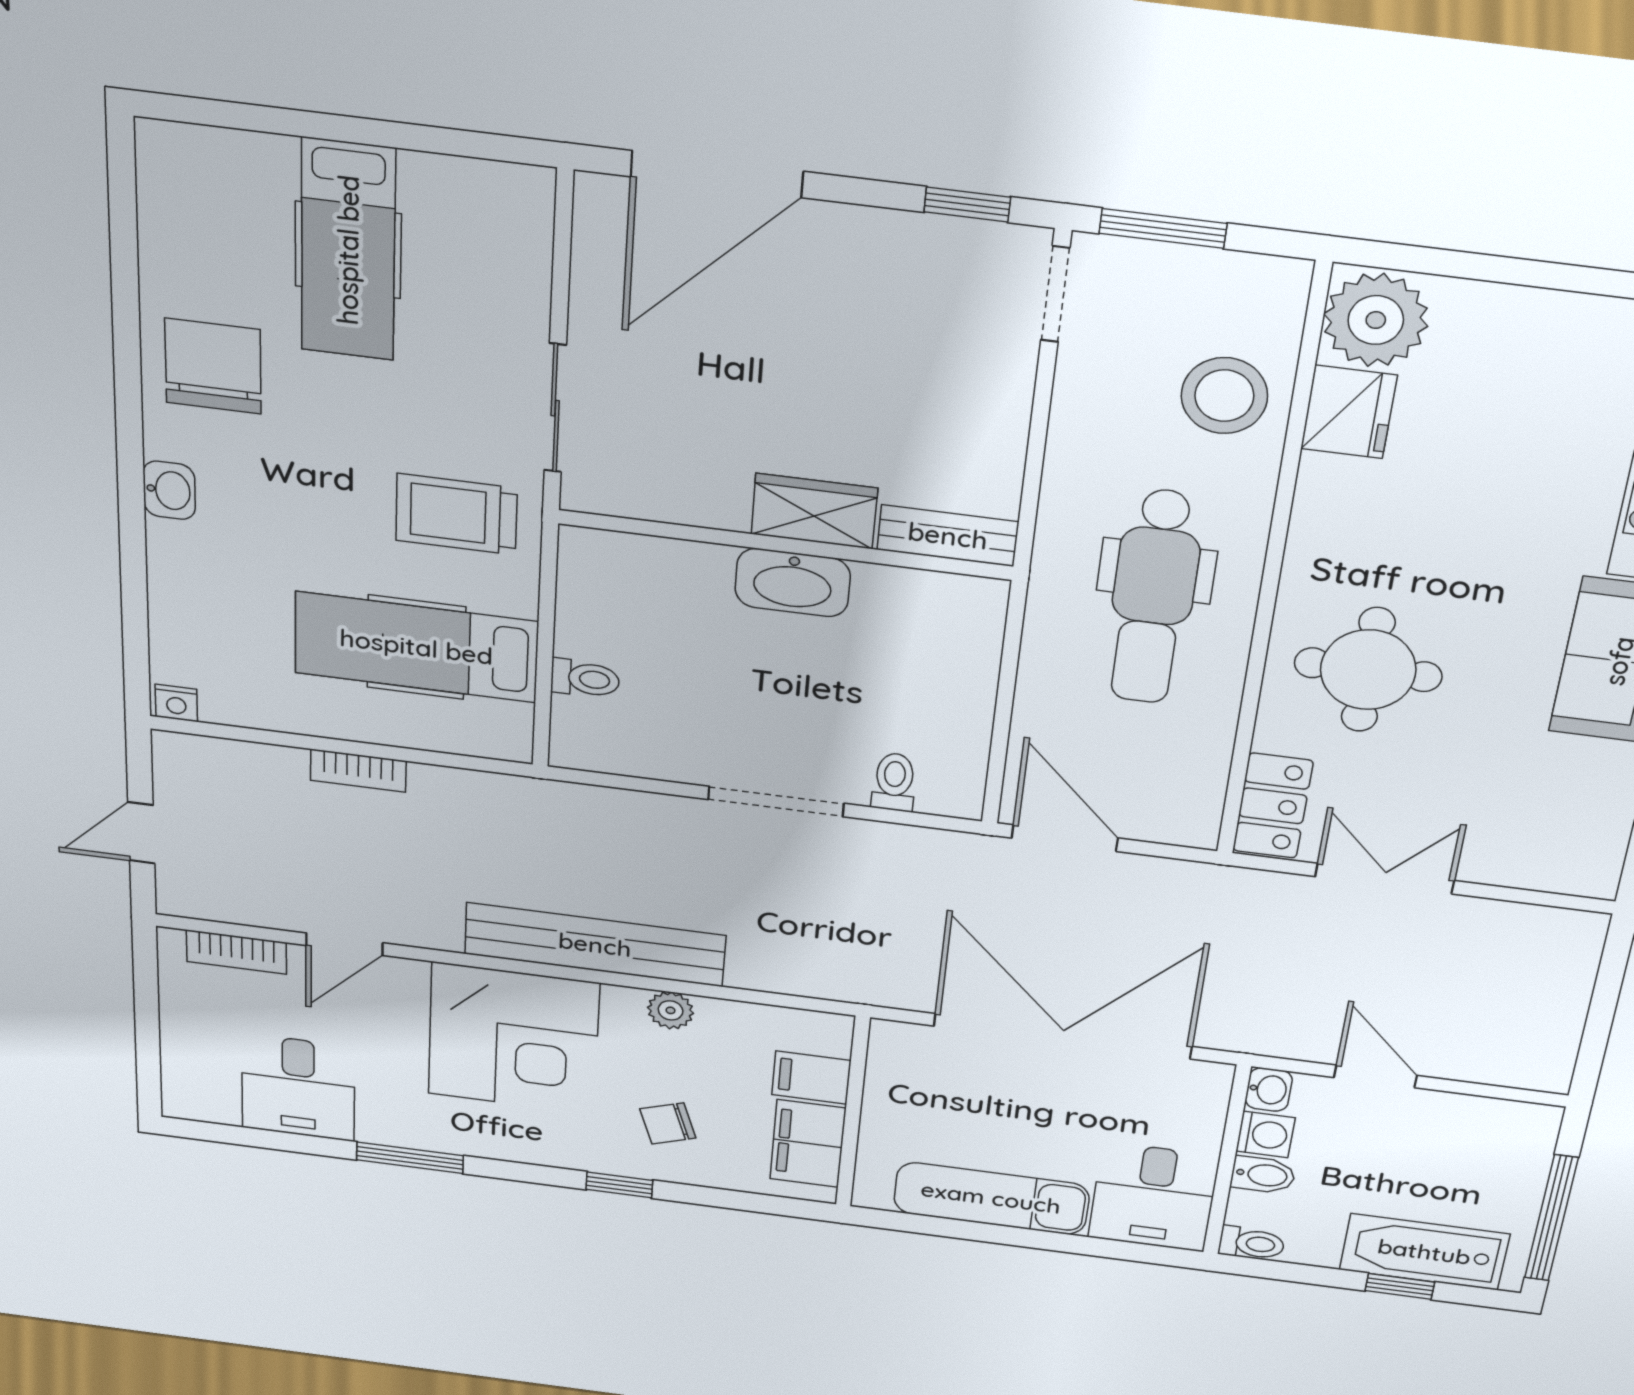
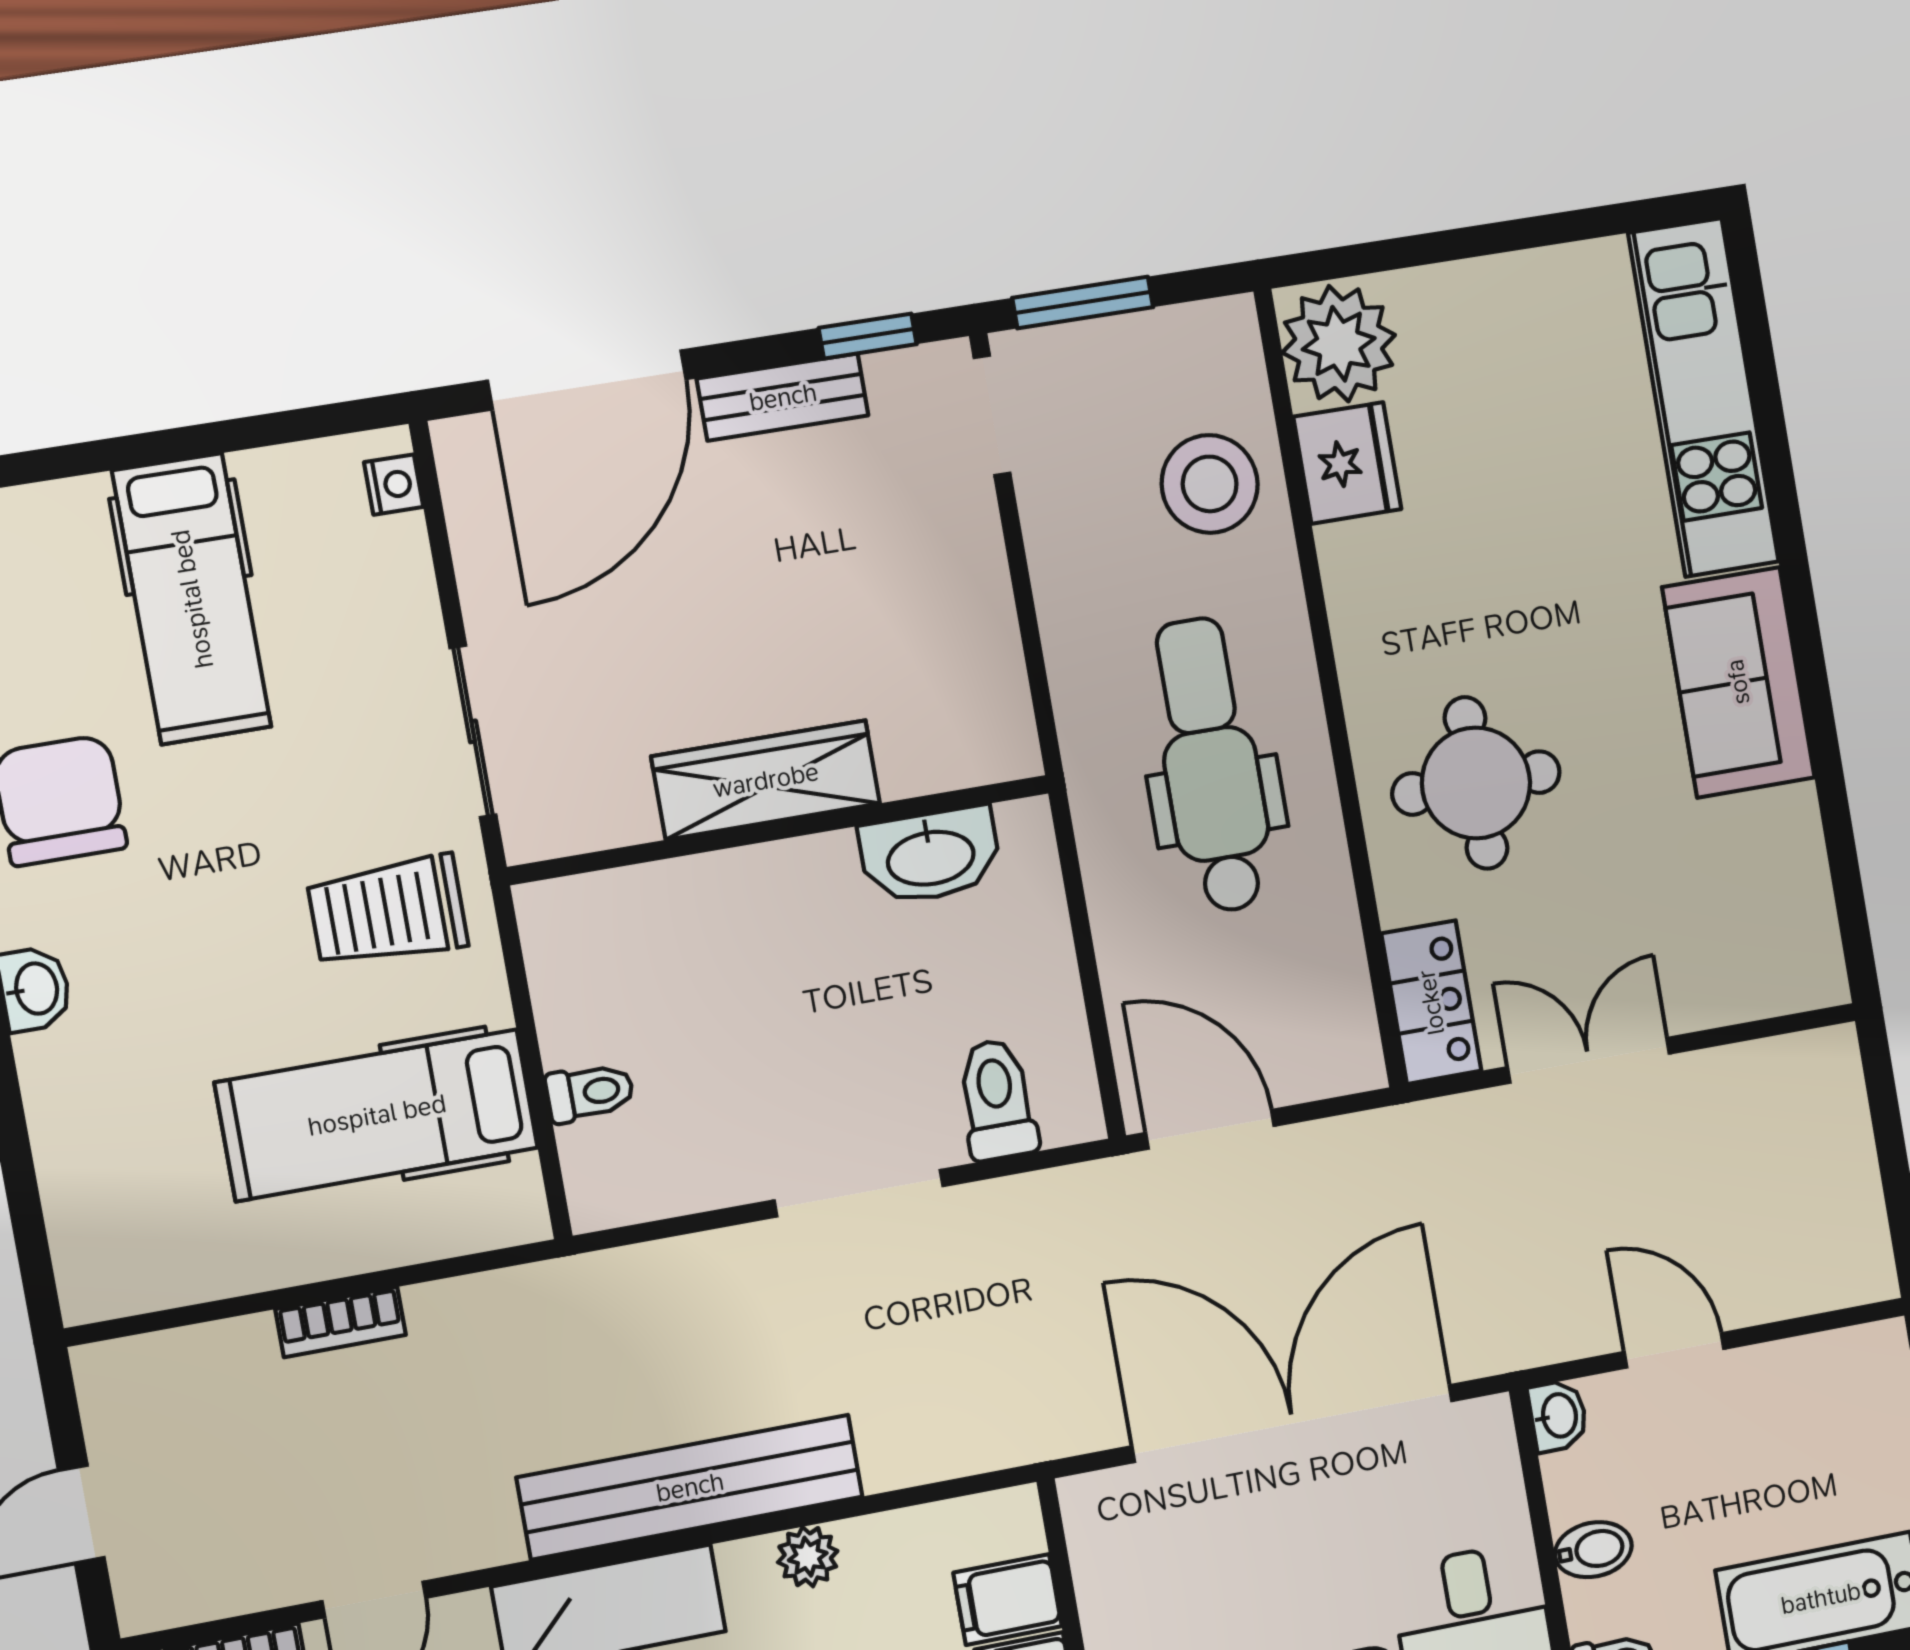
wardrobe: (814, 511) -> (766, 780), width x1.50
bench: (948, 536) -> (783, 397), moved
washbasin: (793, 583) -> (930, 856), moved
dental chair: (1153, 597) -> (1211, 765), turned 180
nightstand: (176, 703) -> (394, 485), moved, turned -90
toilet: (894, 782) -> (997, 1100), width x1.37, depth x1.39
washing machine: (1265, 1134) -> (1576, 1486), removed

